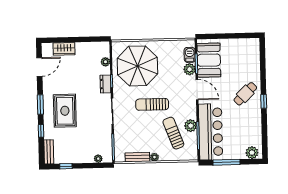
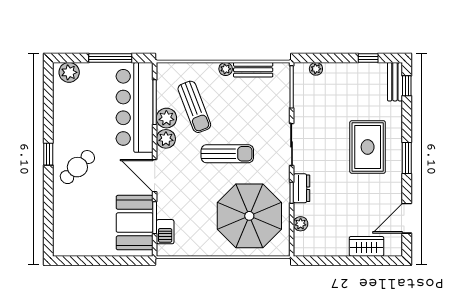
plant: (190, 69) -> (166, 139), moved
window: (41, 131) -> (407, 86), moved

